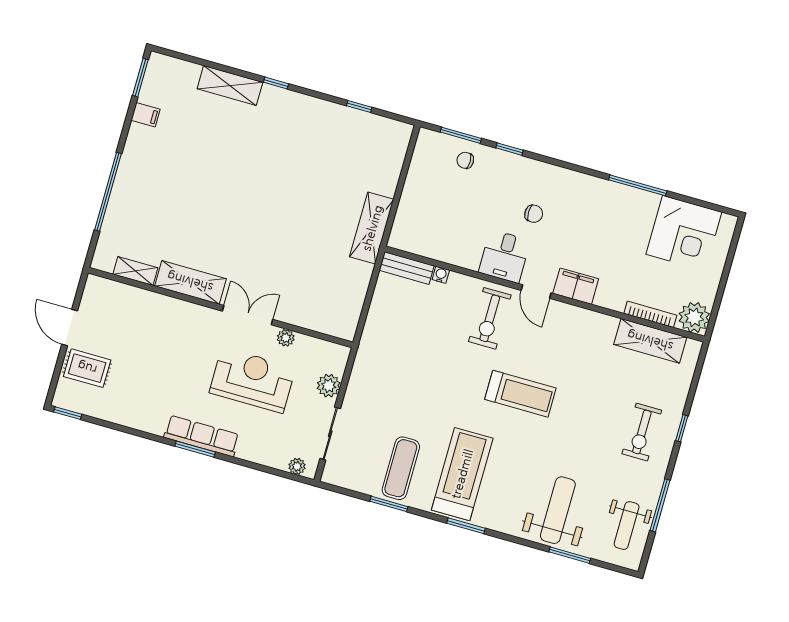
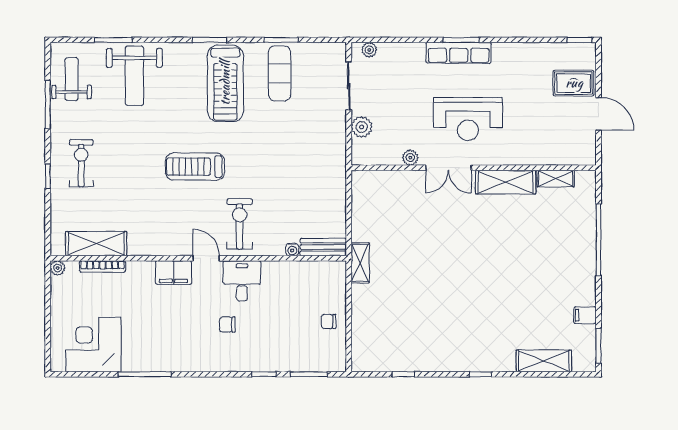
shelving: (230, 85) -> (544, 361), moved
chair: (465, 160) -> (329, 321), moved, turned 180
shelving: (372, 228) -> (360, 263), width x0.67, depth x0.75
plant: (694, 317) -> (58, 268), width x0.53, depth x0.53
reception desk: (252, 380) -> (468, 119), moved

